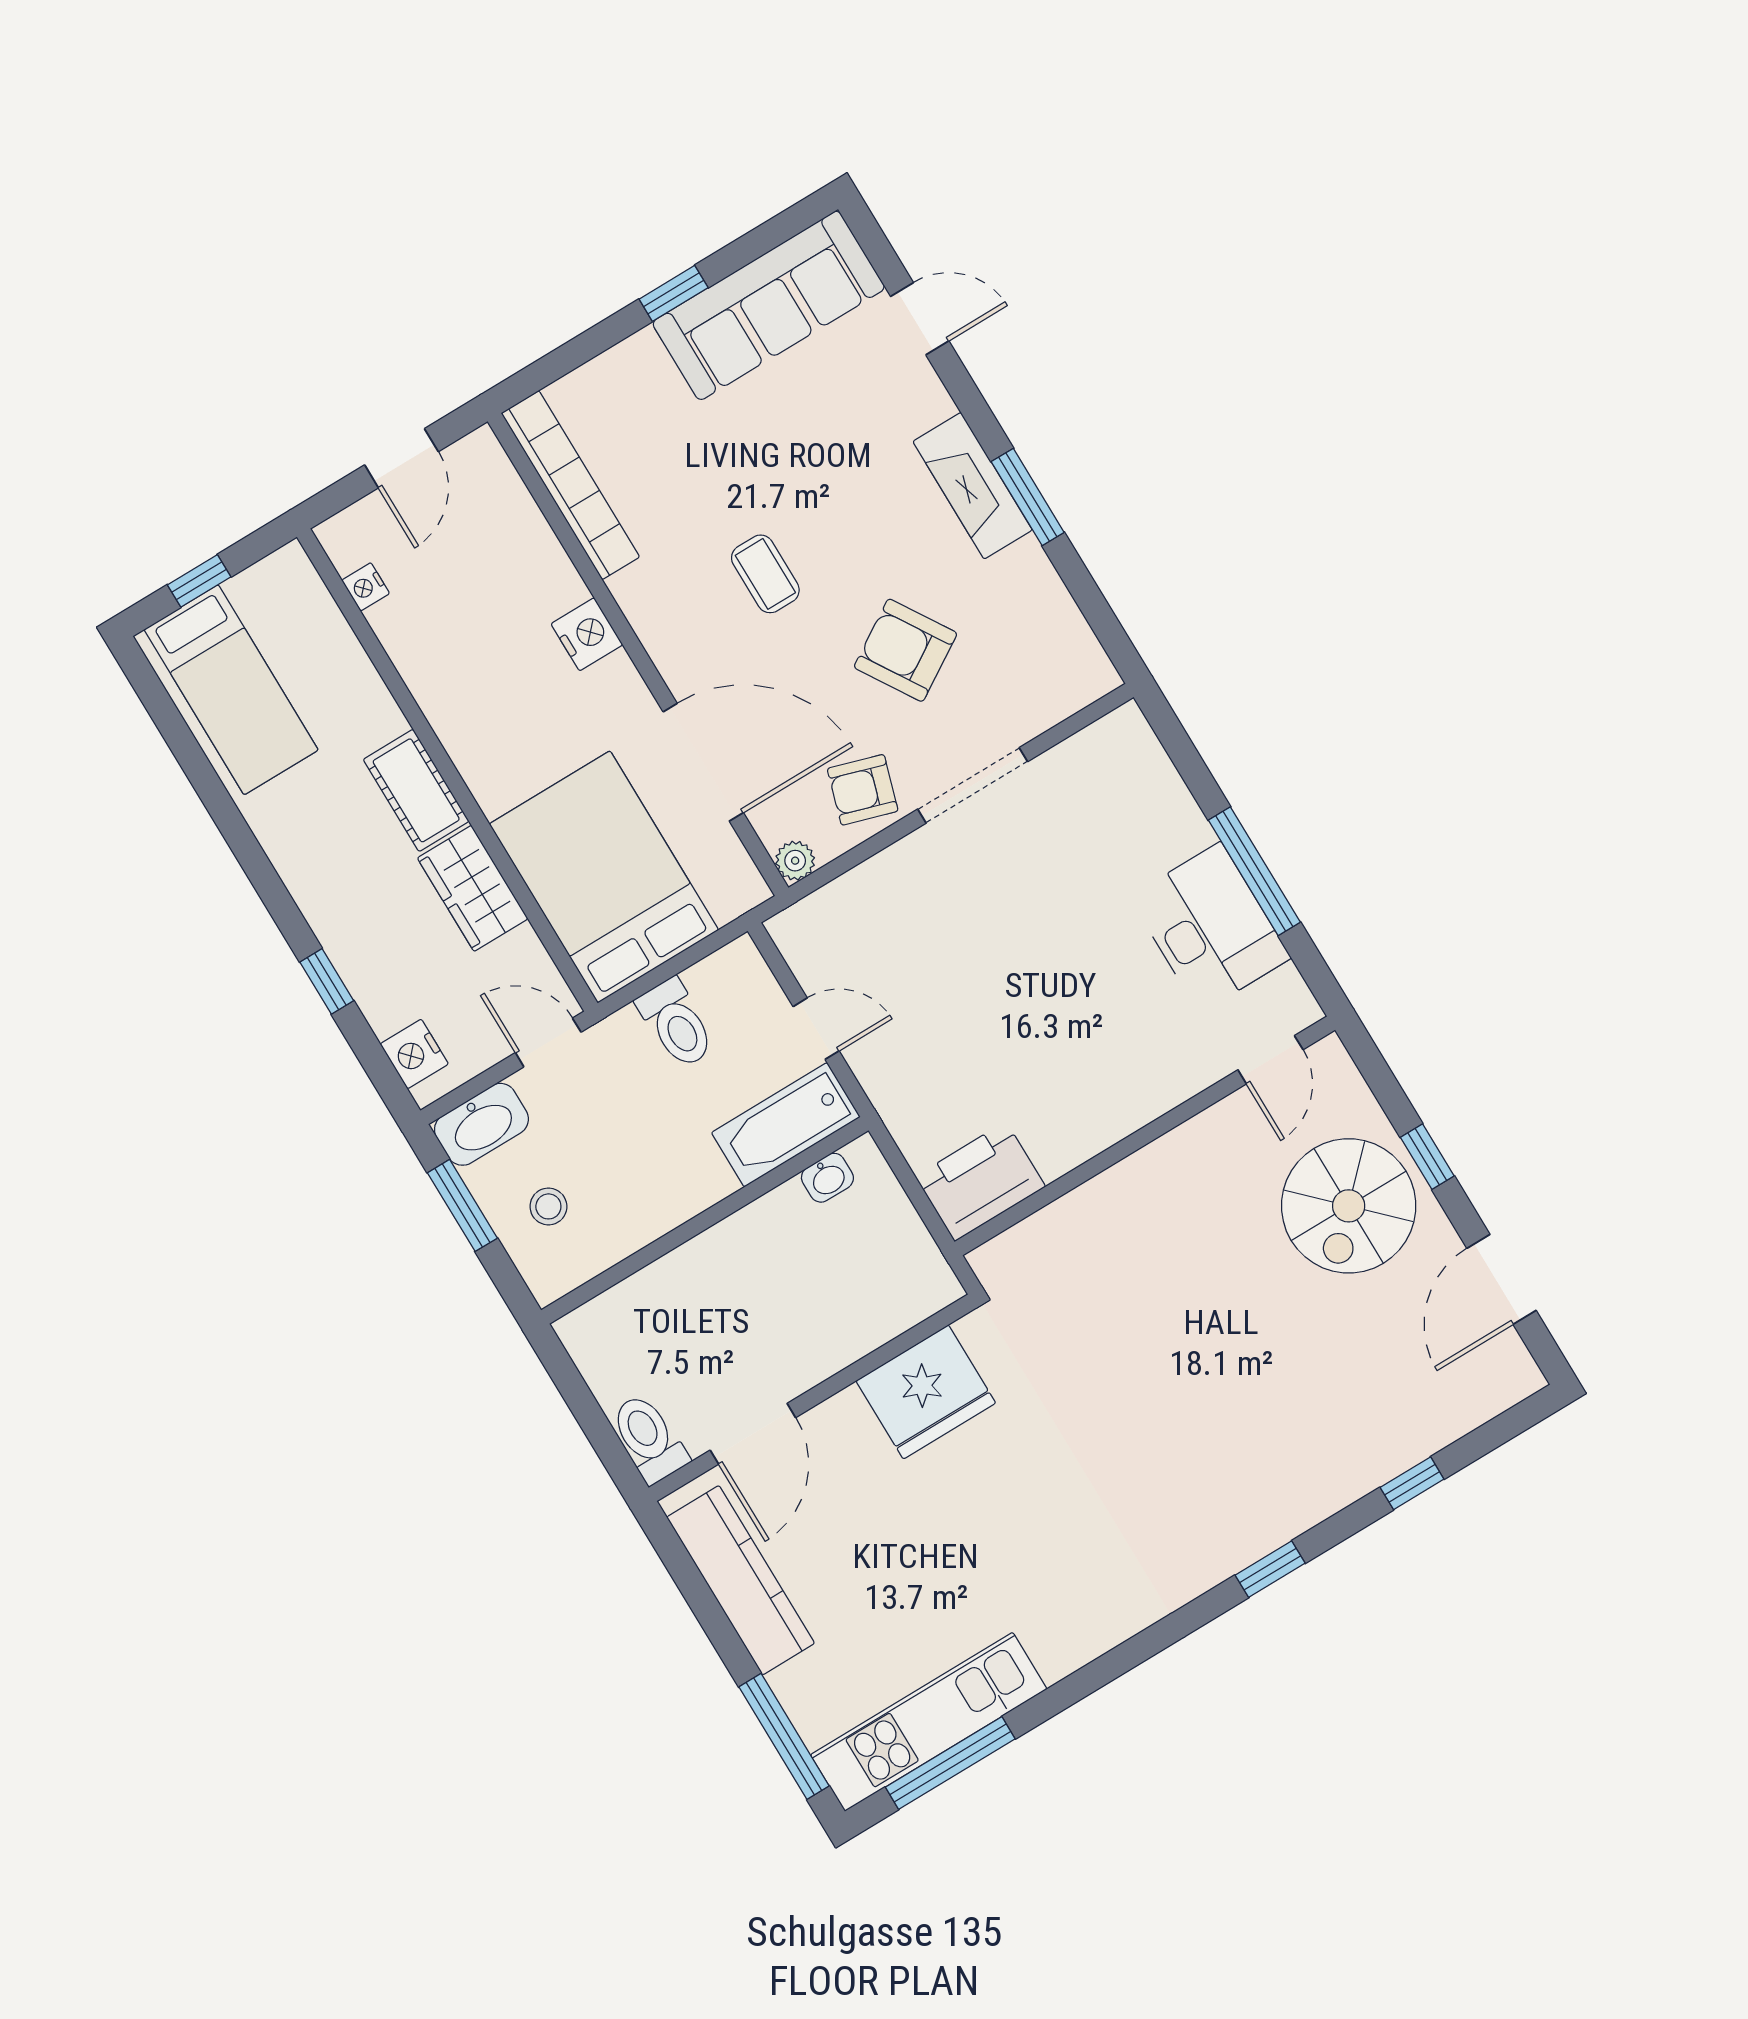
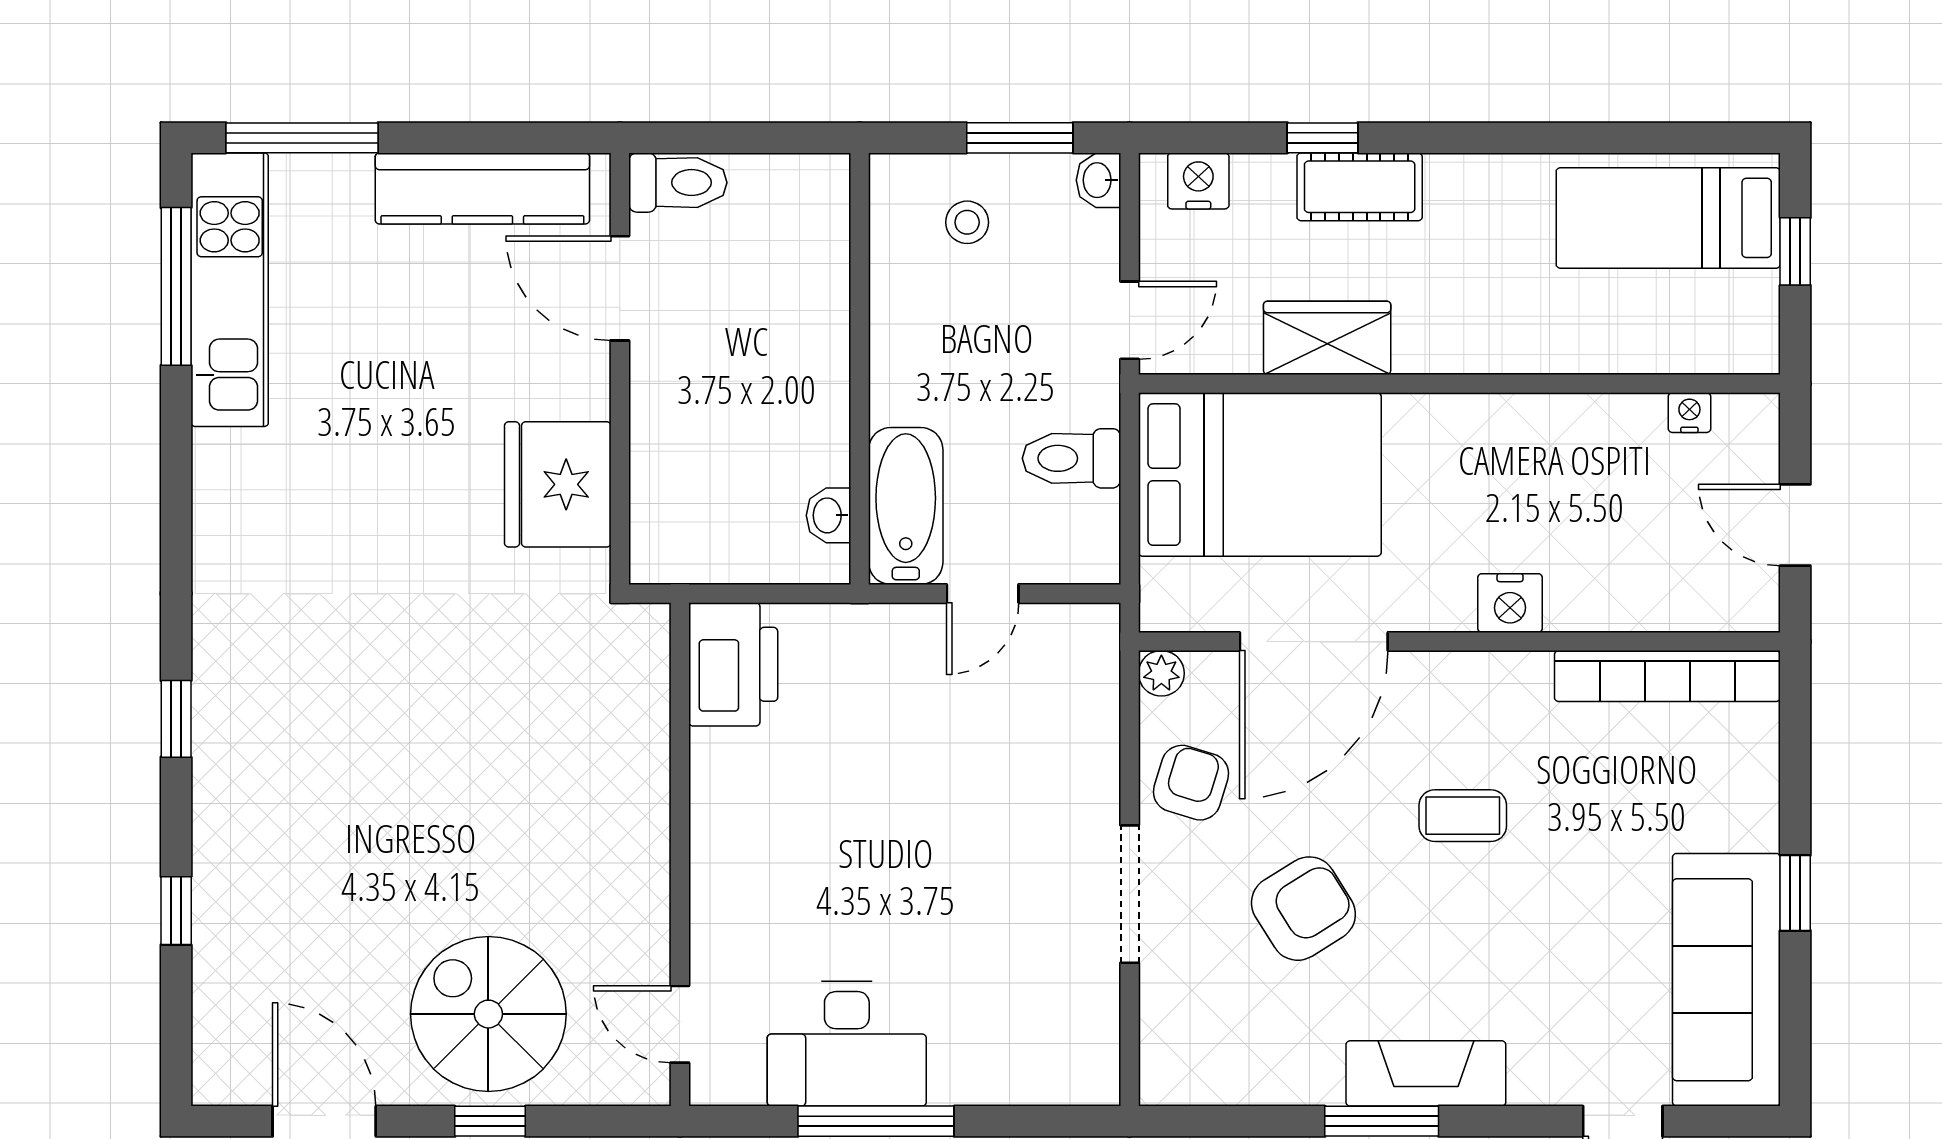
cot: (416, 790) -> (1360, 187), moved
washbasin: (481, 1124) -> (1098, 180), width x0.52, depth x0.69

